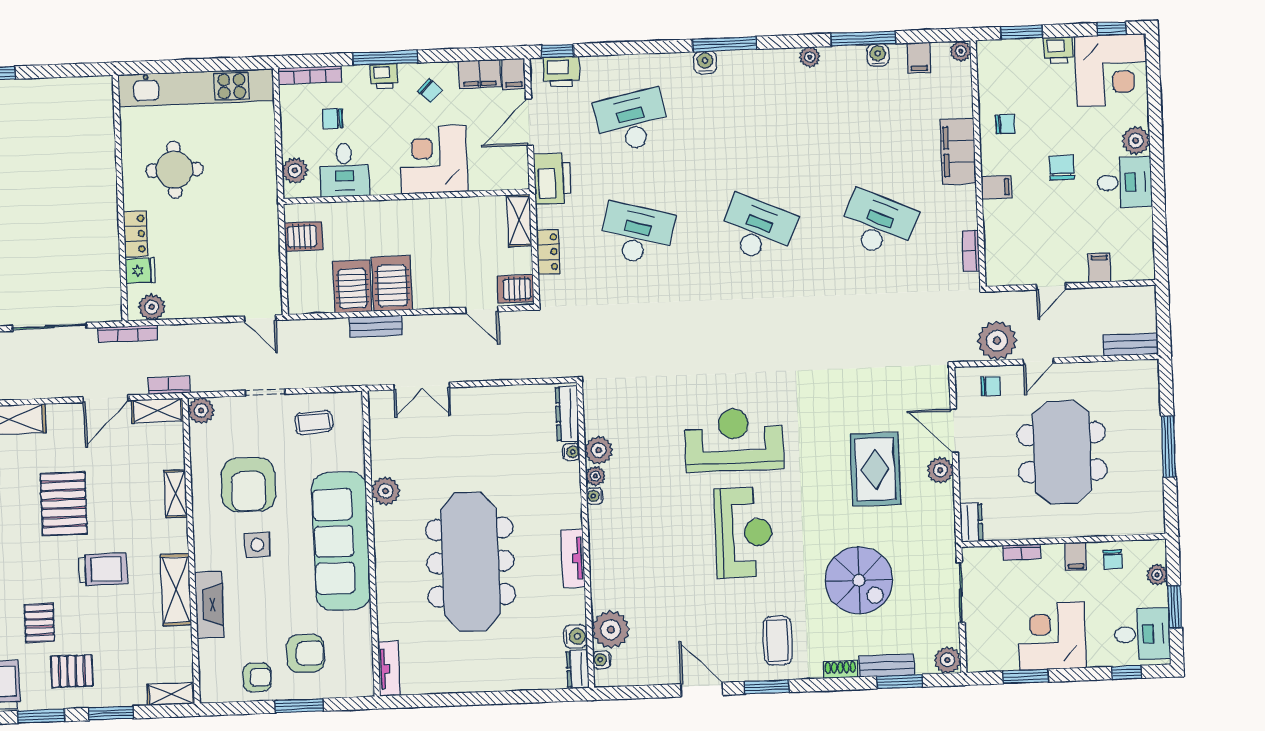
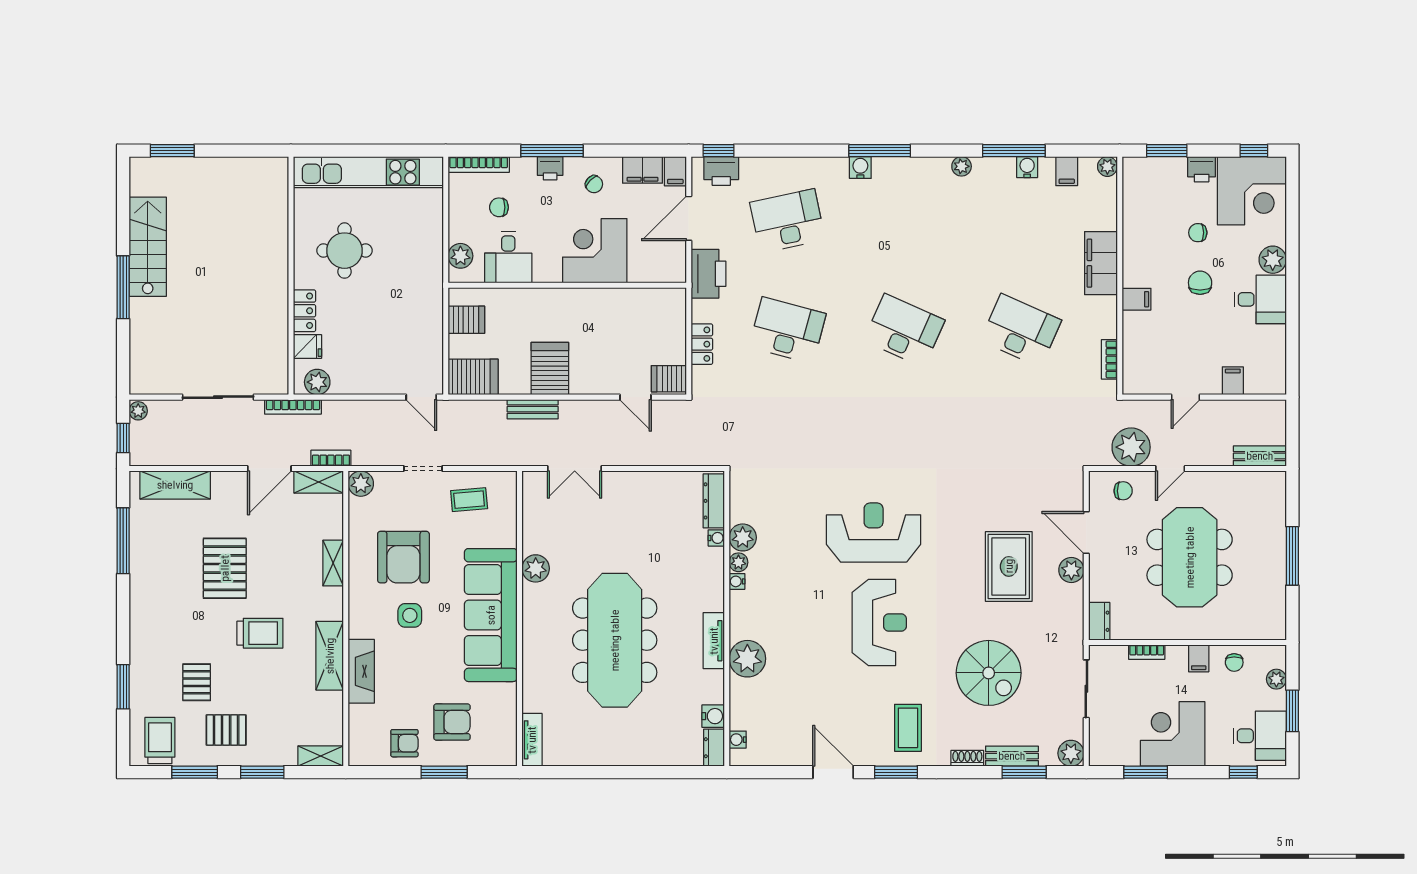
chair: (1005, 124) -> (1198, 233), moved, turned 180
shelving: (519, 220) -> (675, 313), removed
server rack: (352, 286) -> (473, 377), moved, turned 90
plant: (611, 630) -> (747, 659), moved

